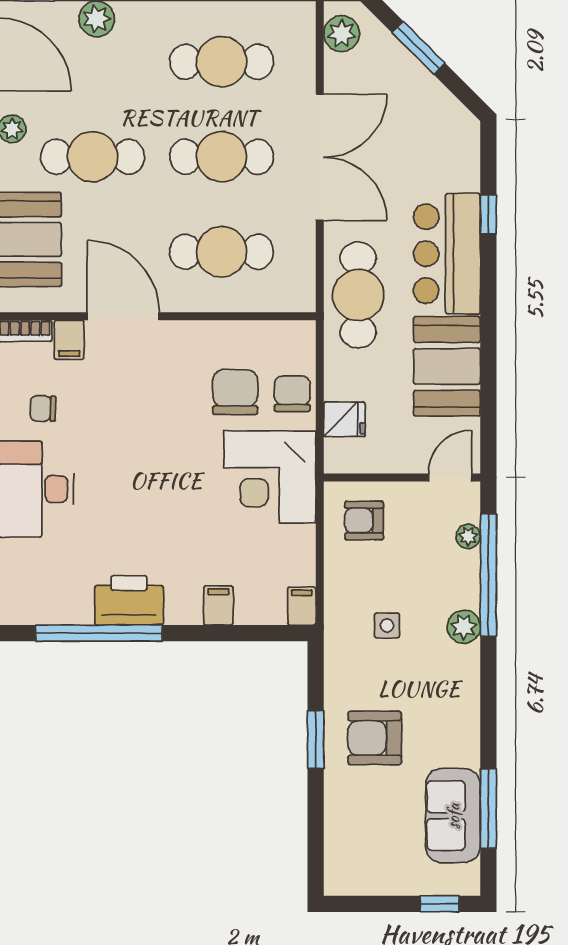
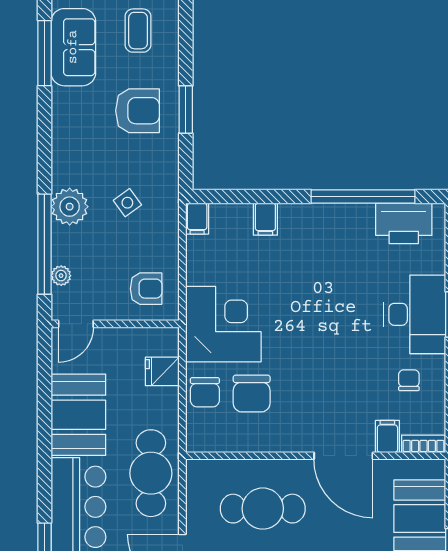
chair: (43, 409) -> (409, 380), turned -91
printer: (129, 600) -> (404, 223), moved
side table: (387, 625) -> (127, 203), turned -36
plant: (464, 627) -> (70, 207), width x1.36, depth x1.36
coffee table: (374, 836) -> (138, 31), added

